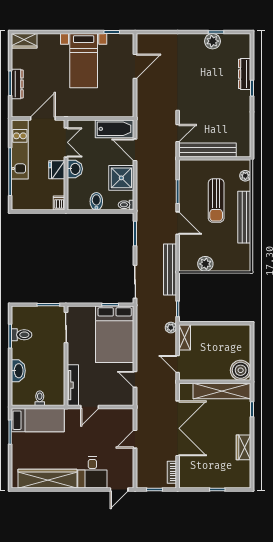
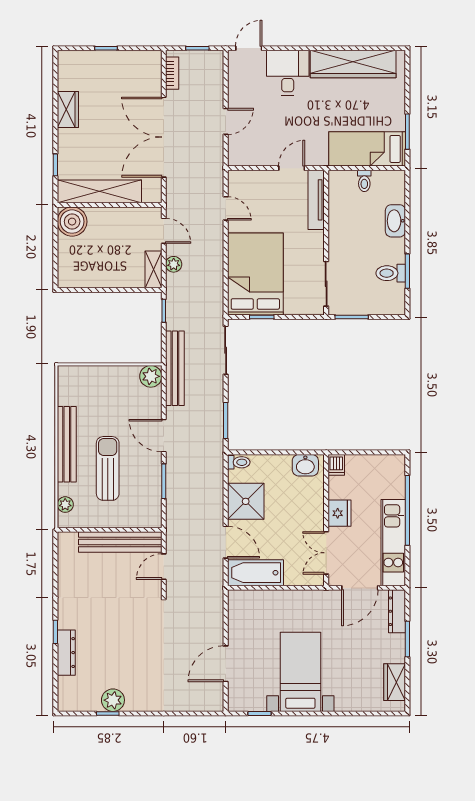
wardrobe: (24, 41) -> (395, 682), moved, turned -90
dresser: (17, 84) -> (397, 611), moved
washbasin: (75, 169) -> (305, 465), moved, turned -90
bidet: (96, 201) -> (282, 467), removed
plant: (205, 264) -> (151, 376), moved
plant: (171, 328) -> (174, 264), moved

